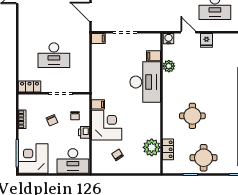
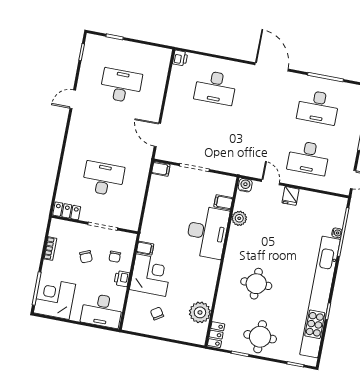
desk: (54, 55) -> (103, 179), turned 180
locker: (168, 149) -> (216, 335), moved

